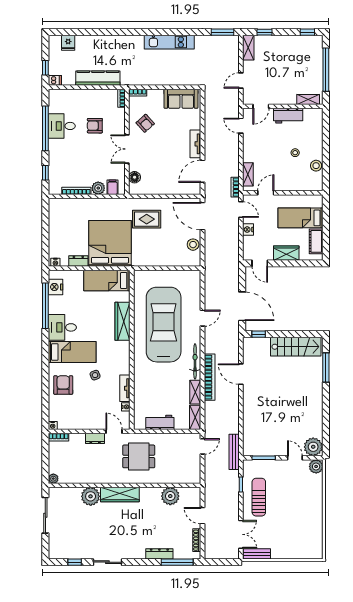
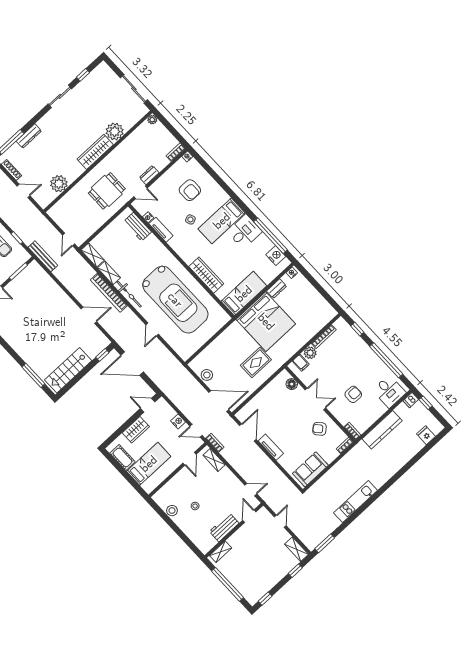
desk: (62, 126) -> (389, 391), moved, turned 90
armchair: (63, 385) -> (190, 190), moved
workbench: (160, 422) -> (137, 227), moved, turned 90

